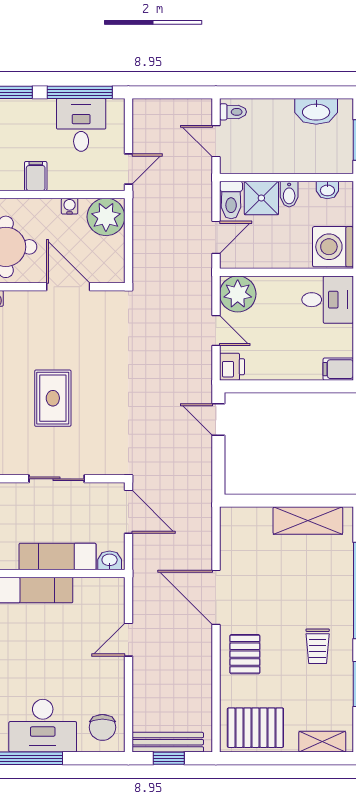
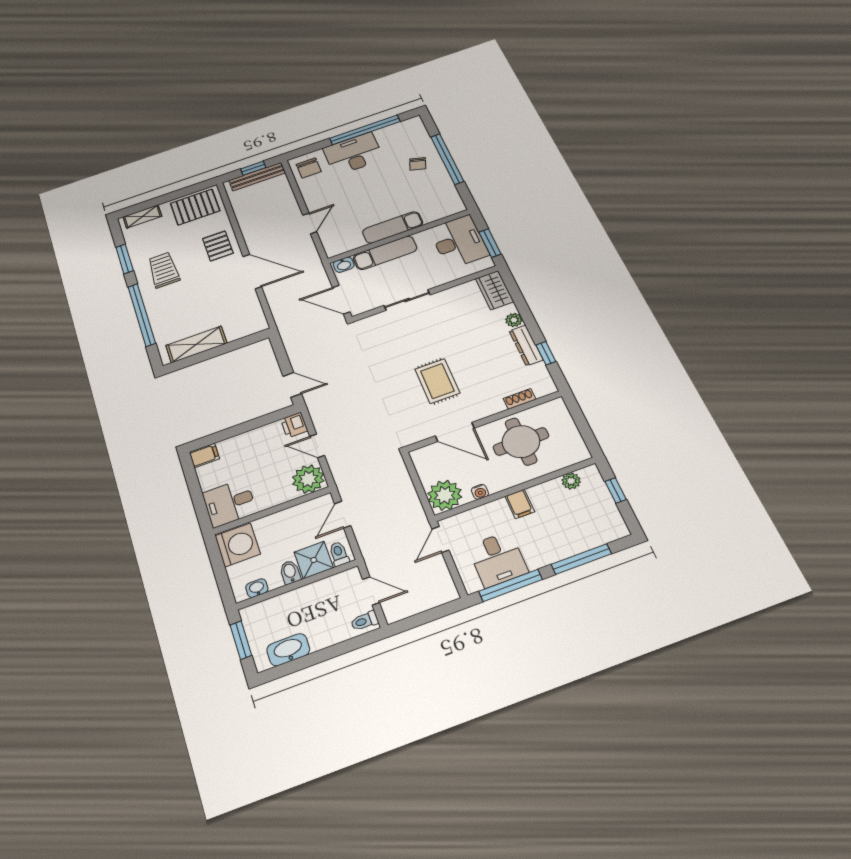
toilet: (231, 200) -> (339, 554), width x0.73, depth x0.72
rug: (53, 398) -> (437, 381), moved
trolley: (318, 646) -> (164, 270), width x1.36, depth x1.39
chair: (102, 727) -> (309, 168), turned 180

